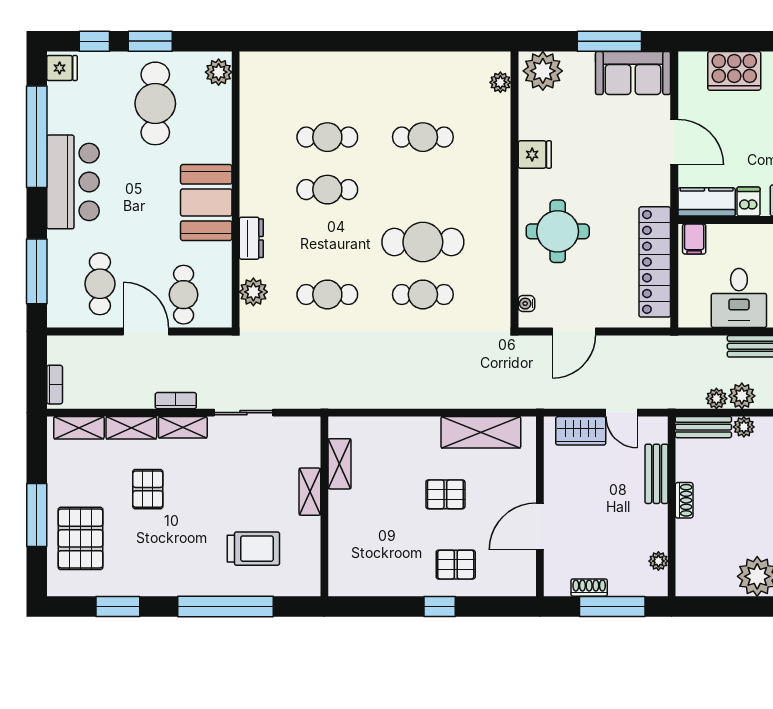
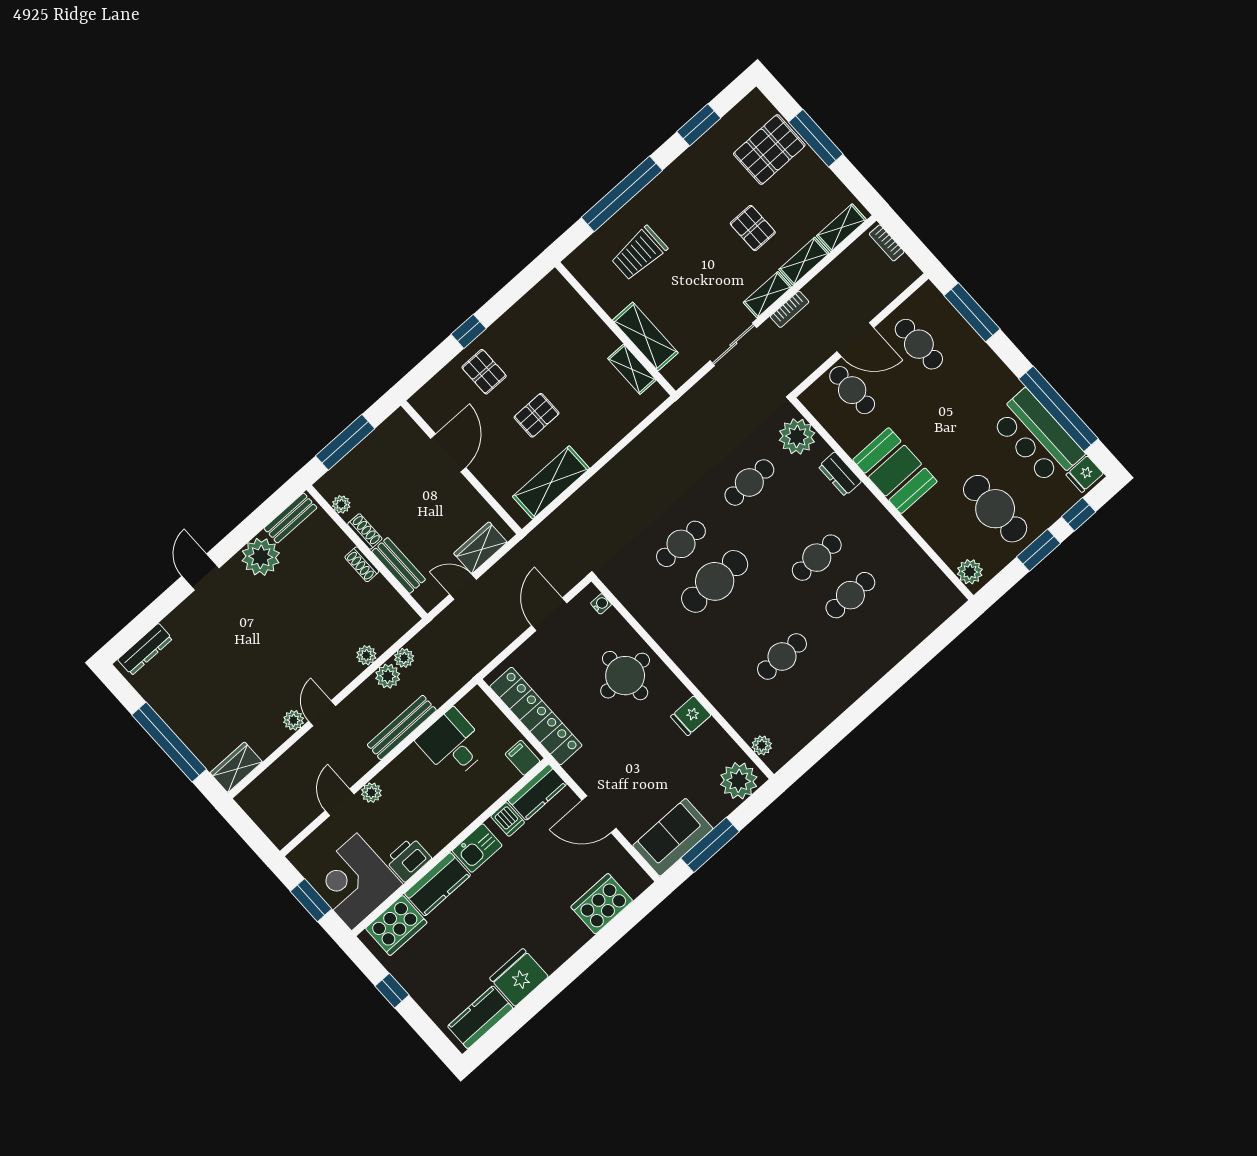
bar counter: (73, 182) -> (1037, 437), moved
plant: (253, 292) -> (797, 437), width x1.36, depth x1.36
bench: (703, 427) -> (290, 518), moved
shelving: (310, 492) -> (645, 336), width x1.50, depth x1.33
pallet: (81, 538) -> (769, 150), turned 90
pallet: (456, 565) -> (484, 372), turned 90
shoe rack: (589, 588) -> (365, 531), moved, turned -90

